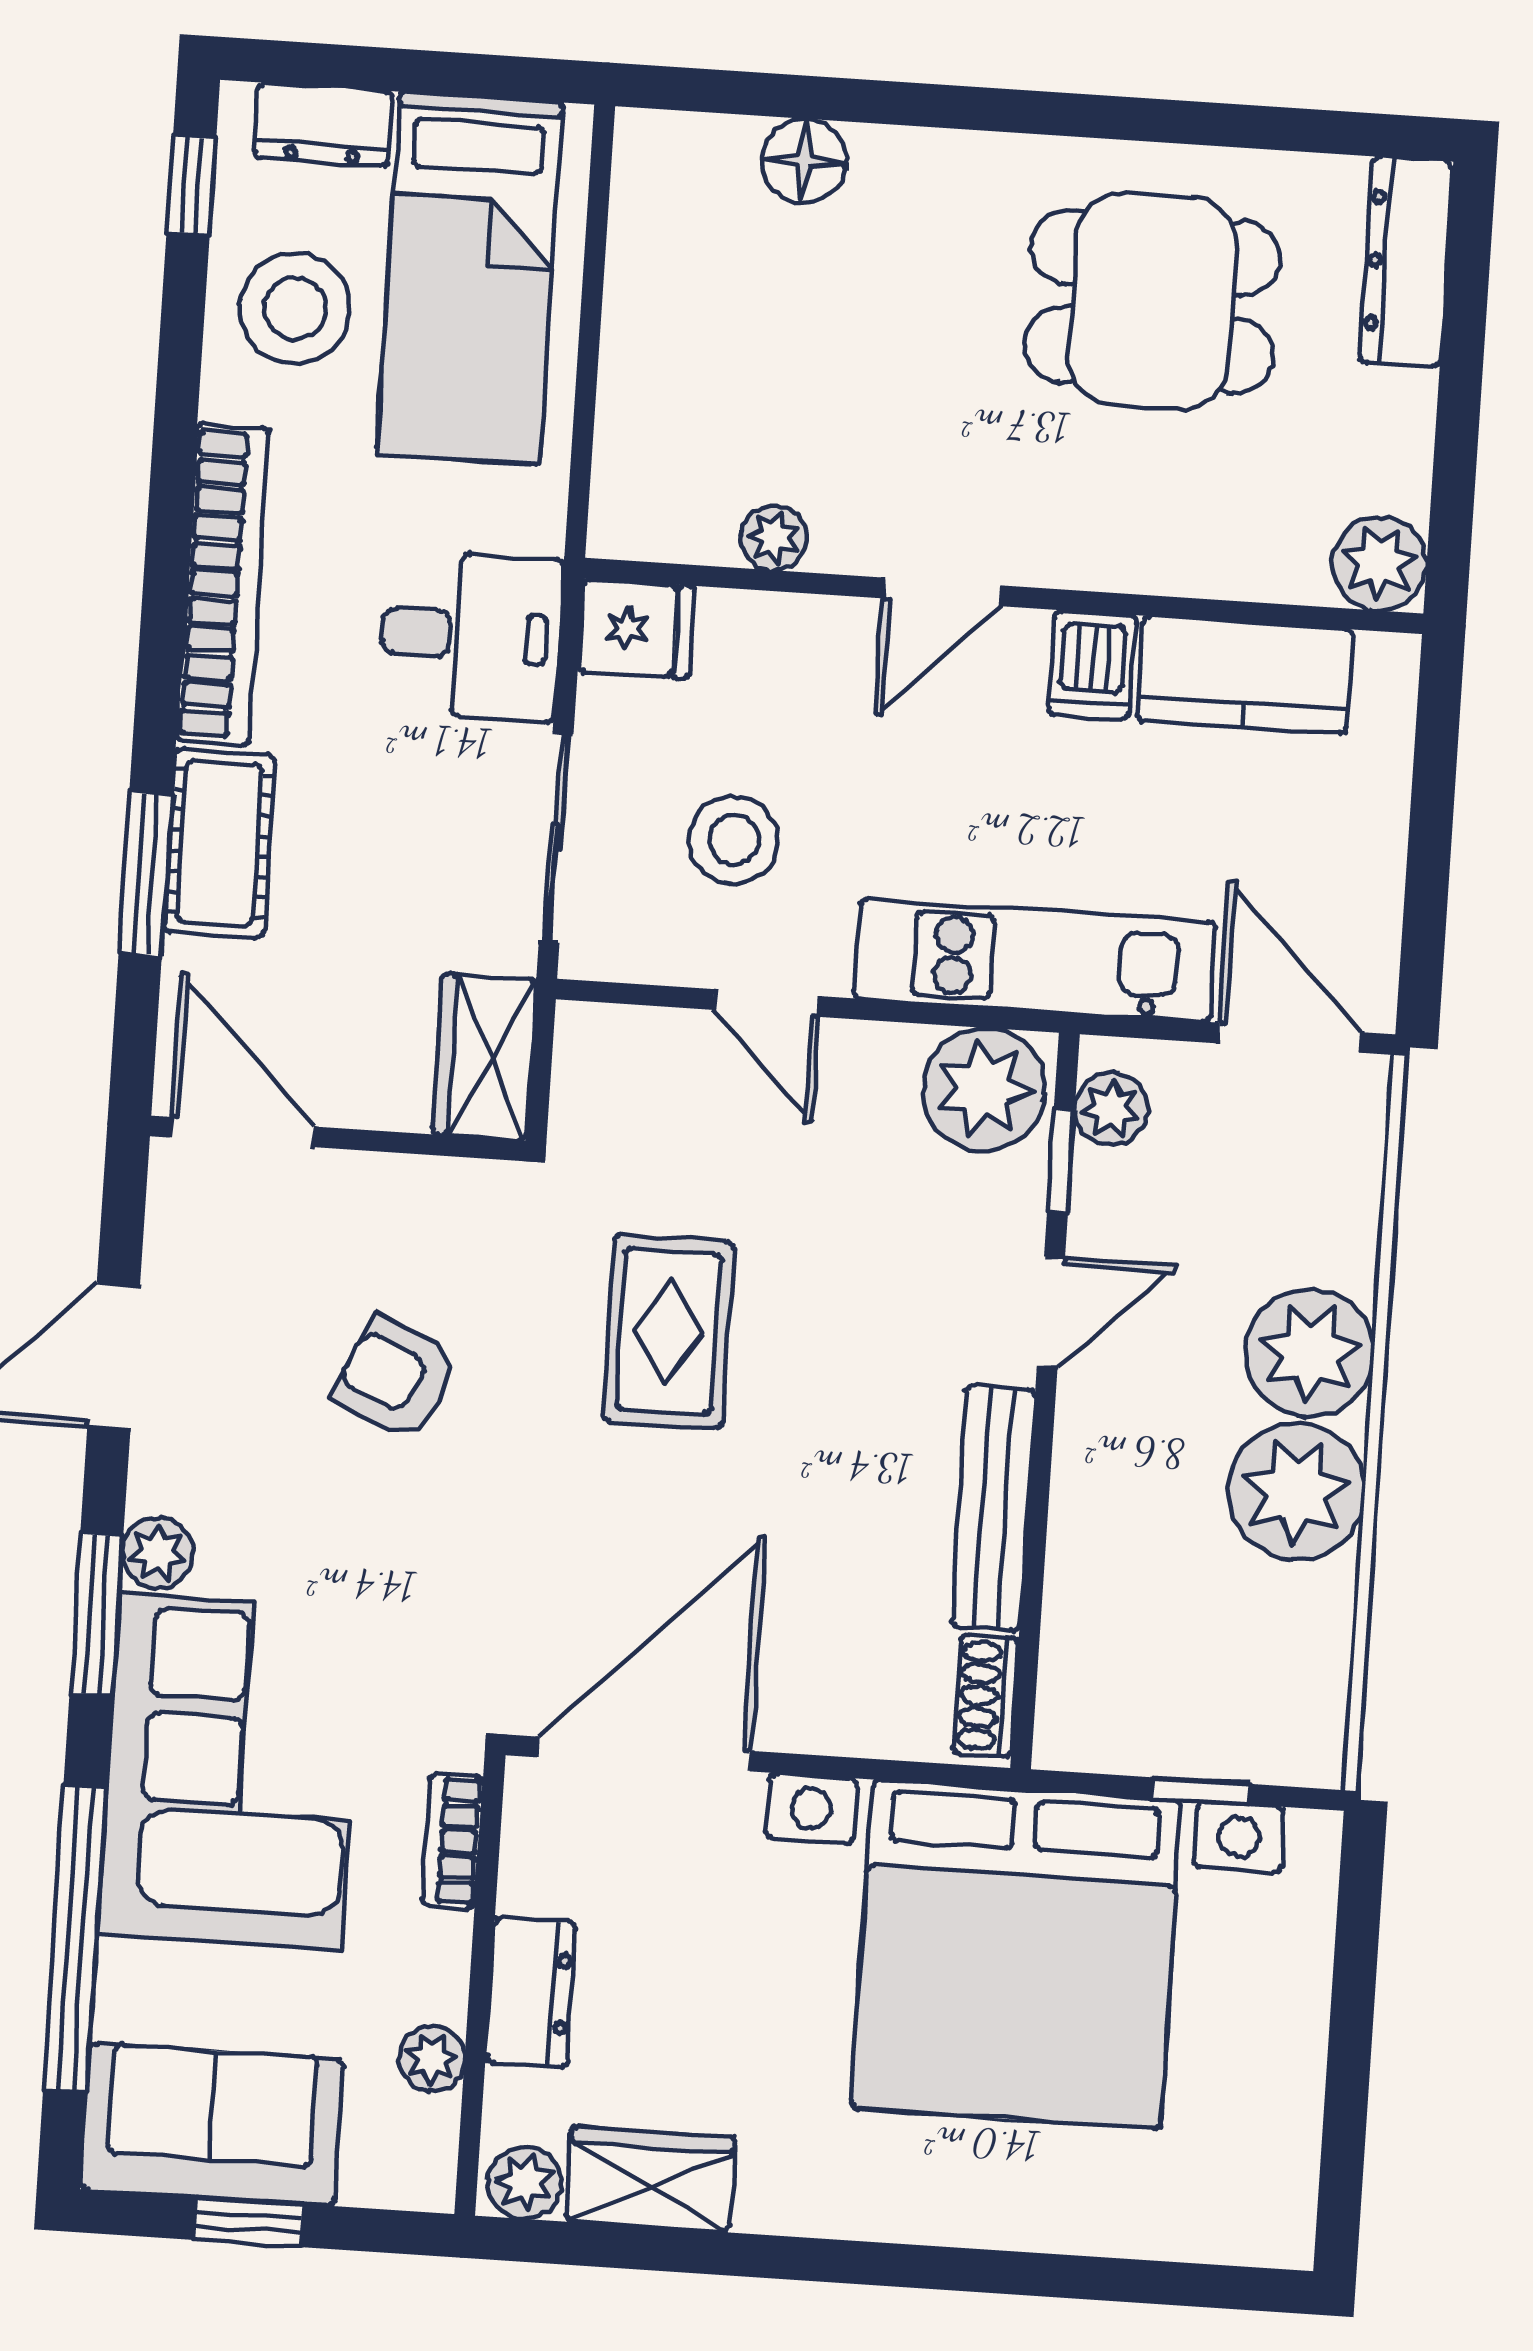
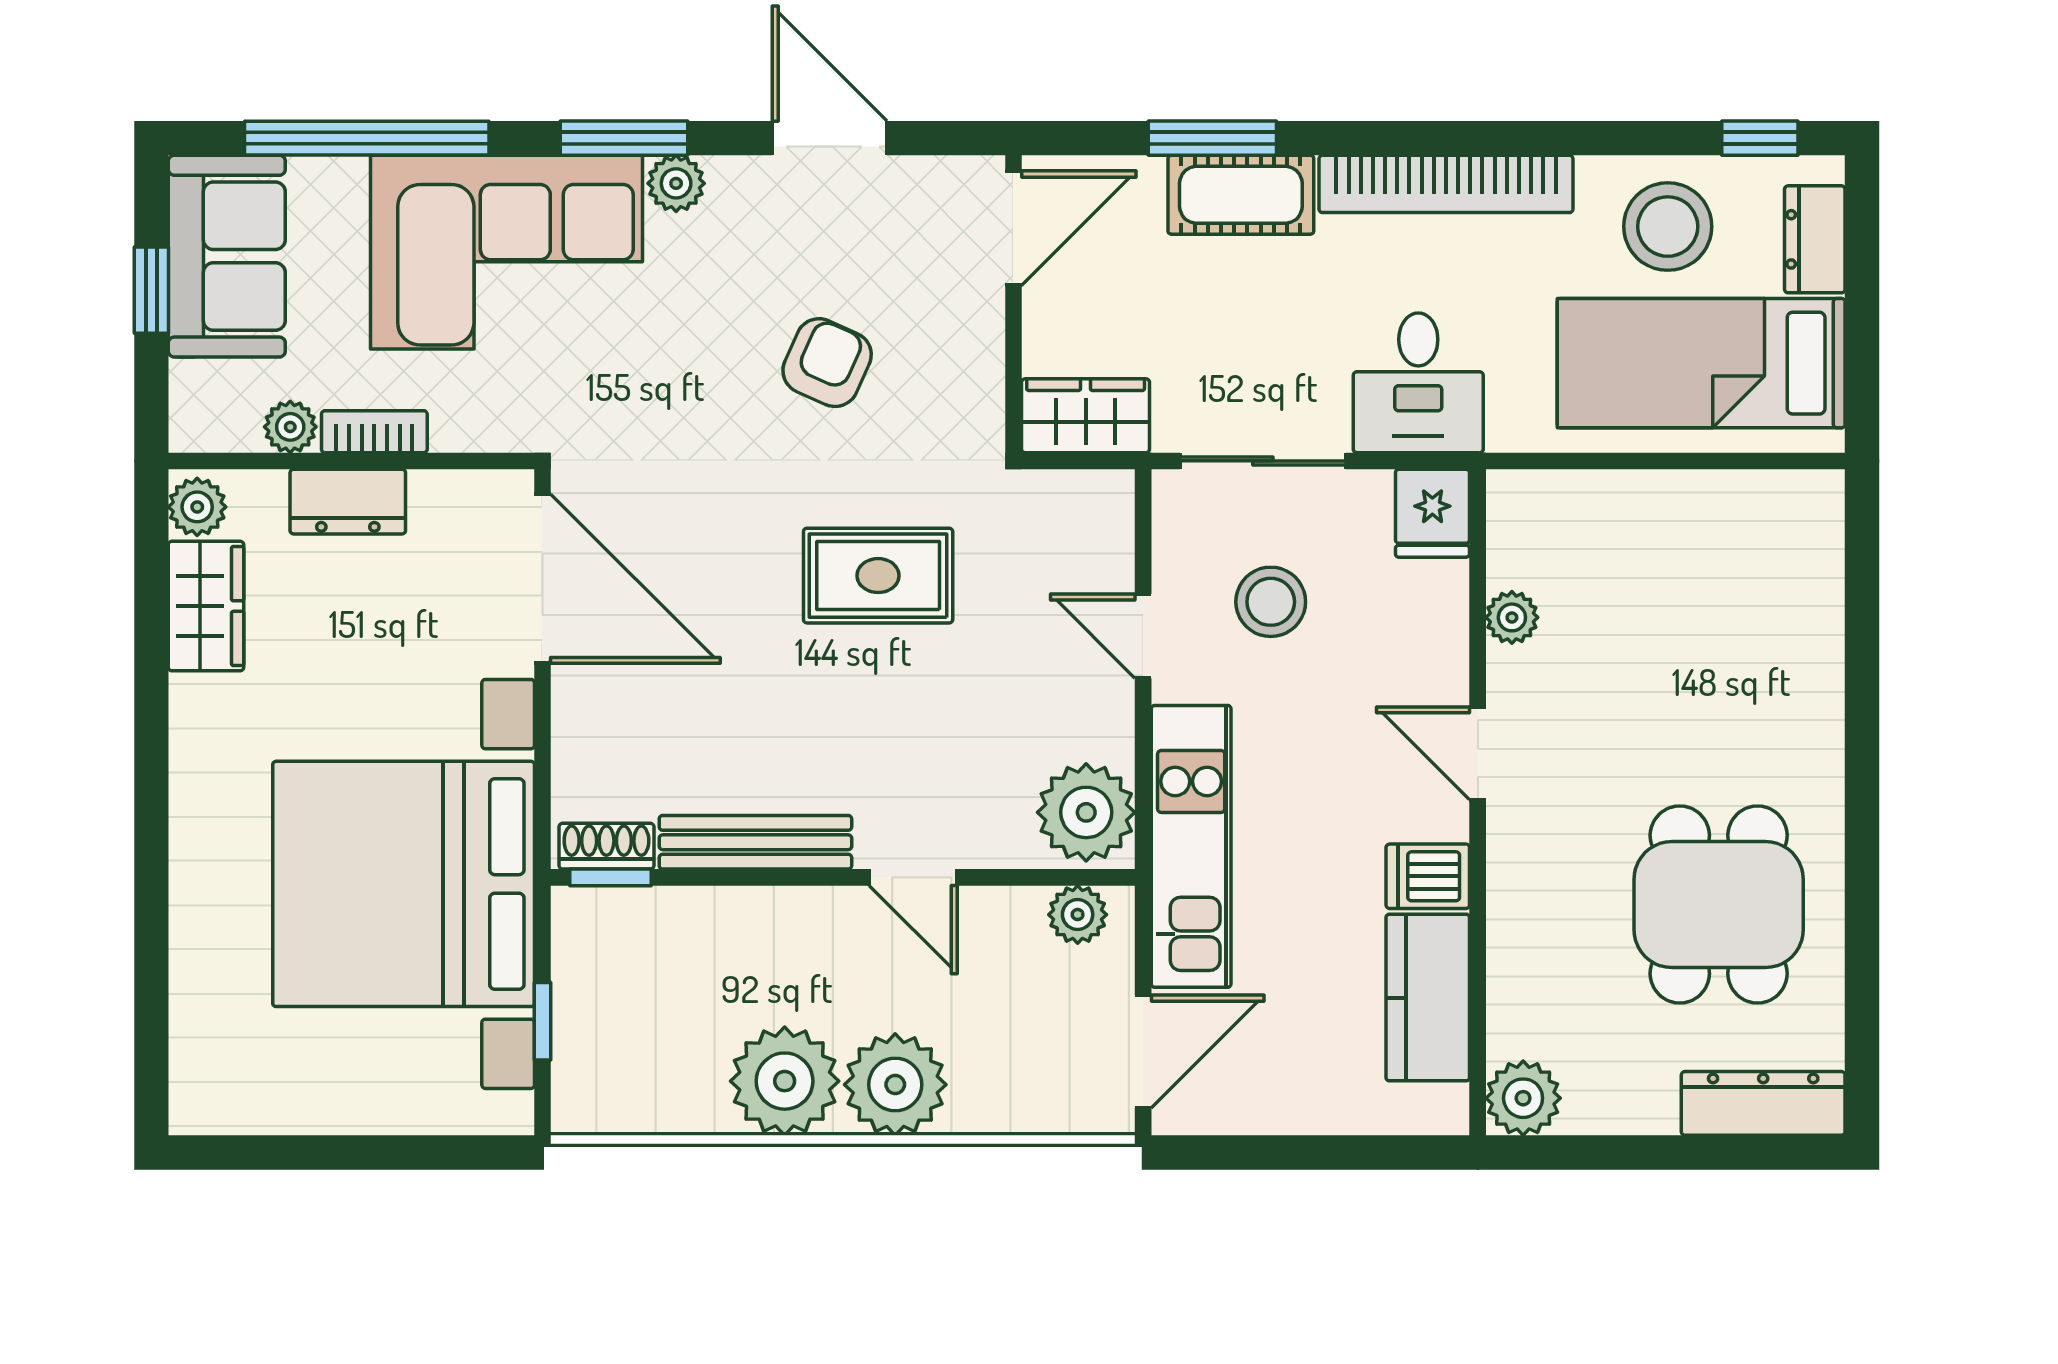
floor lamp: (804, 161) -> (1812, 622), removed
door: (766, 1003) -> (1143, 636), hinge flipped
window: (1061, 1161) -> (611, 877), moved
bookcase: (452, 1841) -> (374, 432), moved

